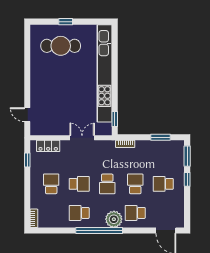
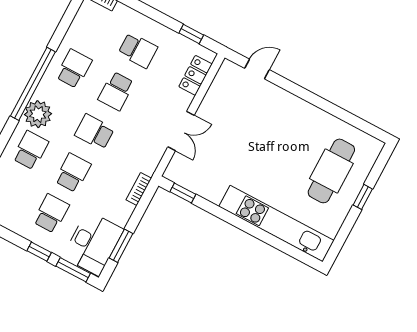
kitchen unit: (104, 73) -> (276, 224), width x0.73
desk: (167, 153) -> (93, 243), added
school desk: (135, 184) -> (73, 173), turned -90

